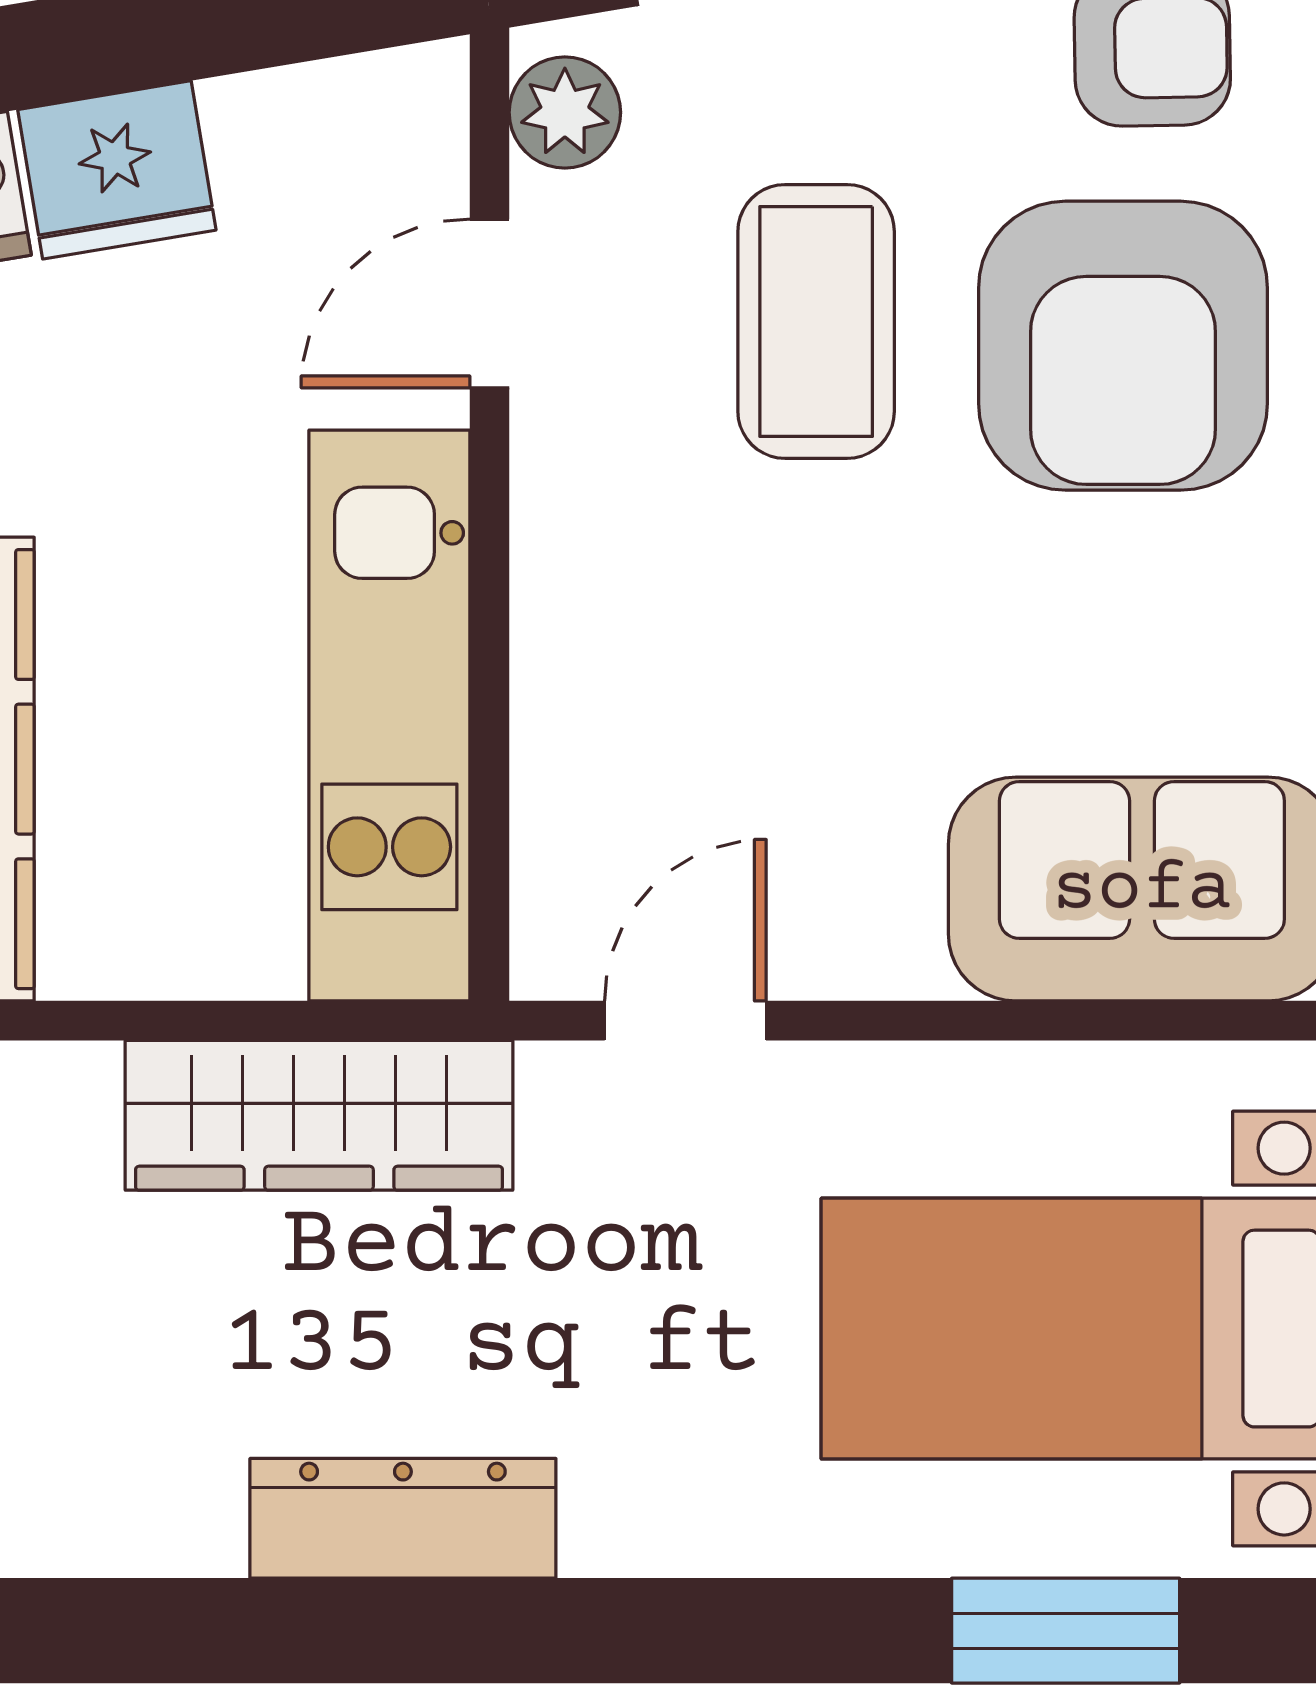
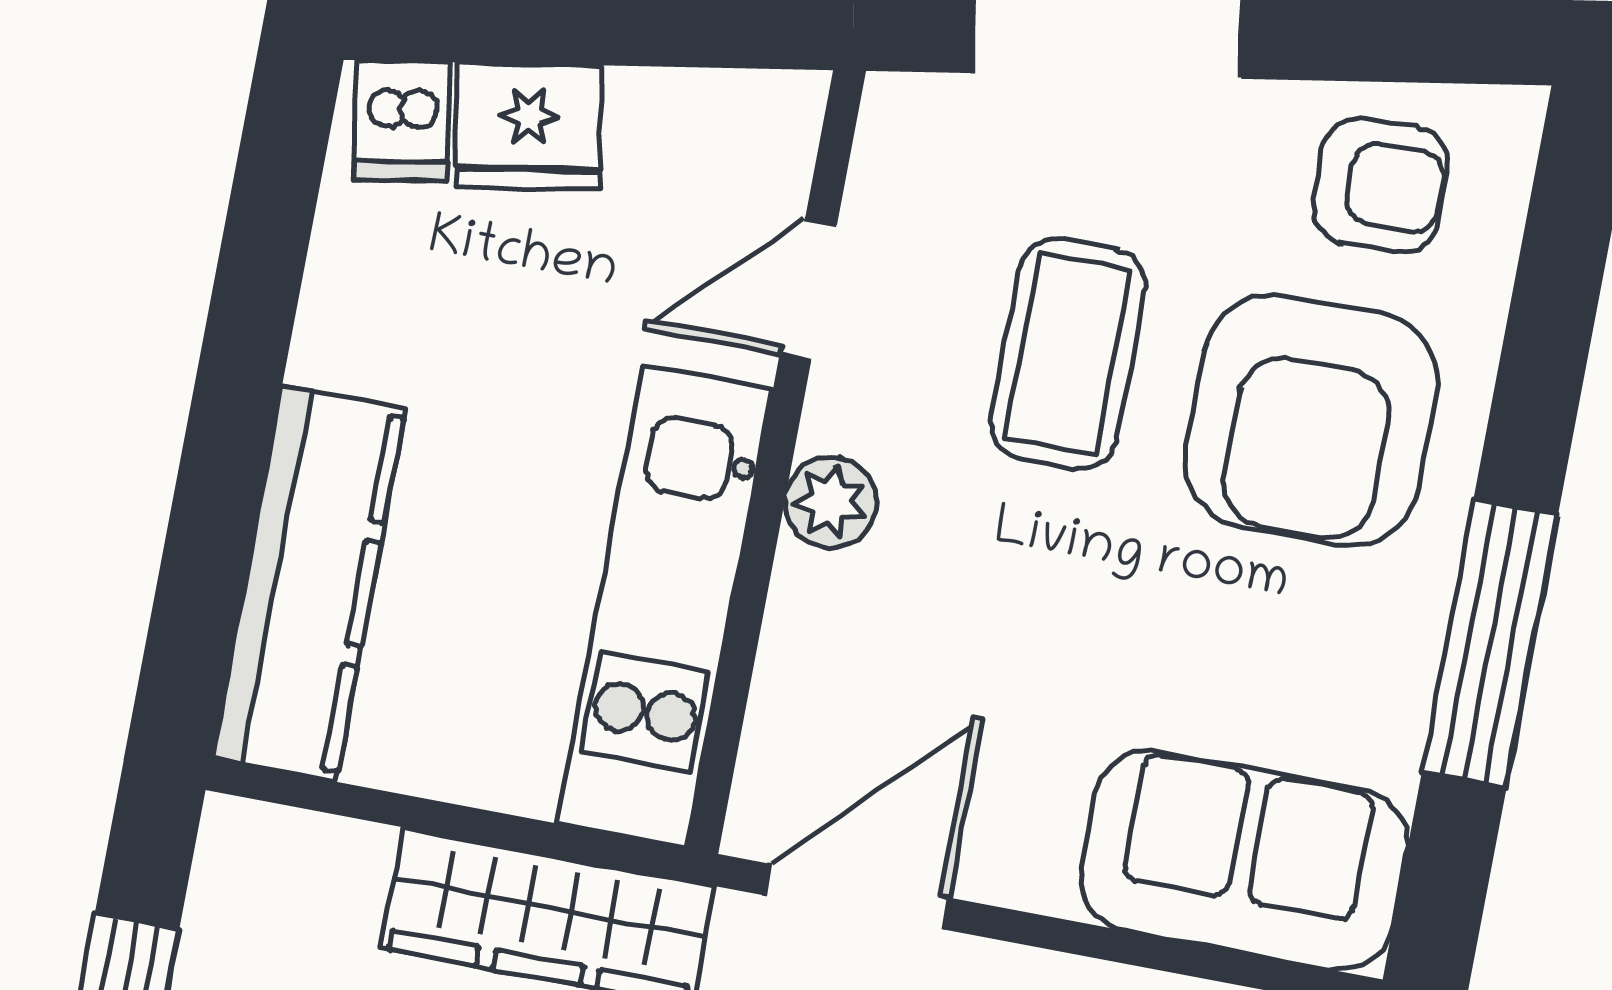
plant: (565, 112) -> (831, 502), moved
door: (685, 1021) -> (857, 897), width x1.38

